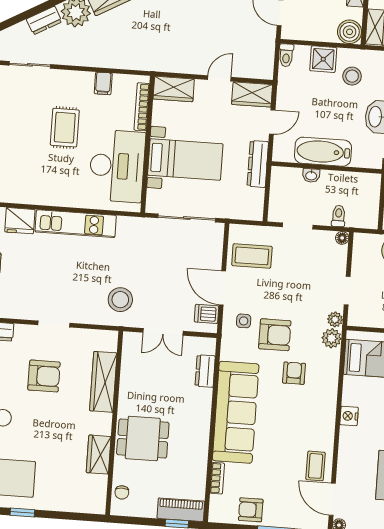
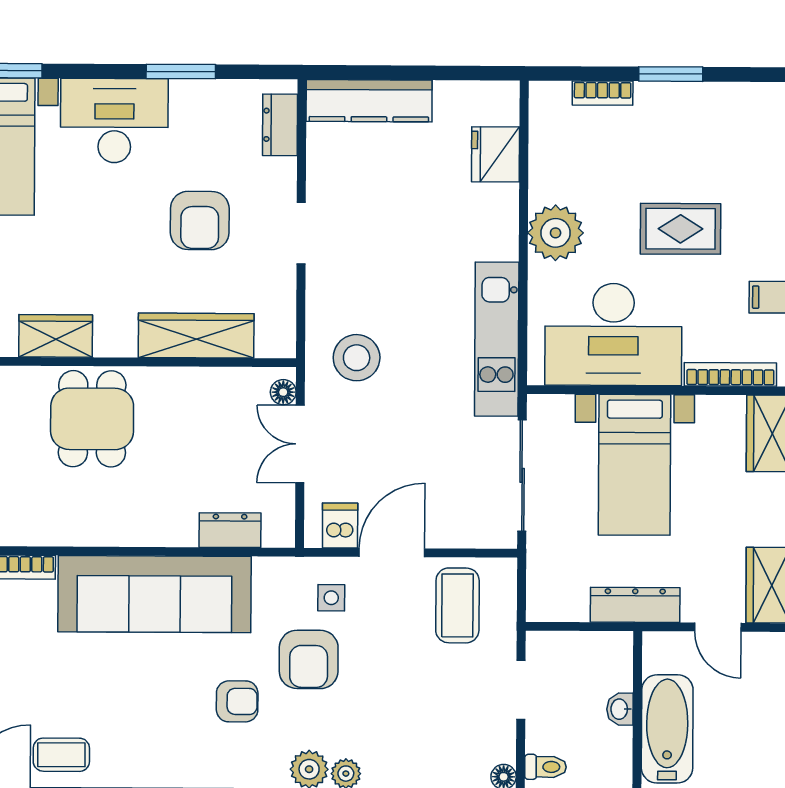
plant: (63, 192) -> (556, 233), added
kitchen unit: (76, 224) -> (497, 339), moved
floor lamp: (136, 339) -> (283, 392), added

